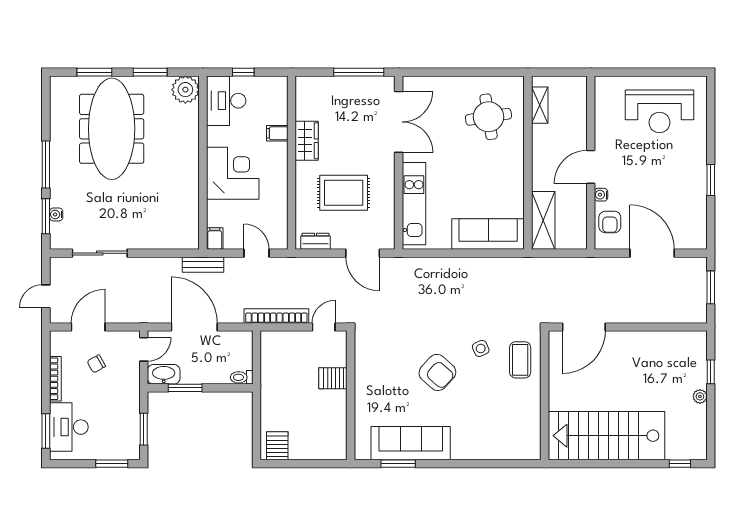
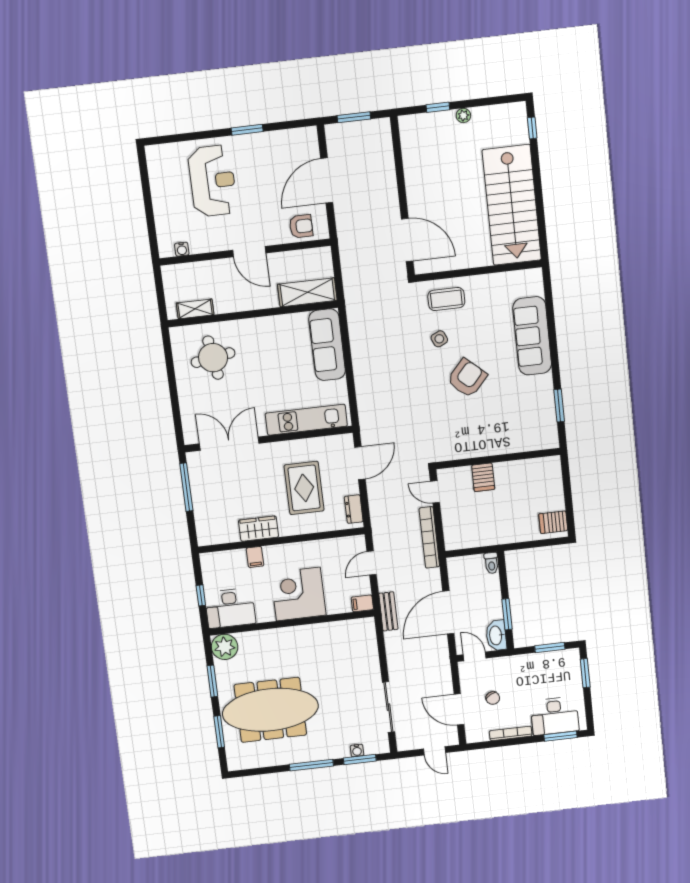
reception desk: (659, 111) -> (213, 181), moved
water cooler: (601, 195) -> (182, 249), moved
sofa: (411, 443) -> (532, 336), moved

